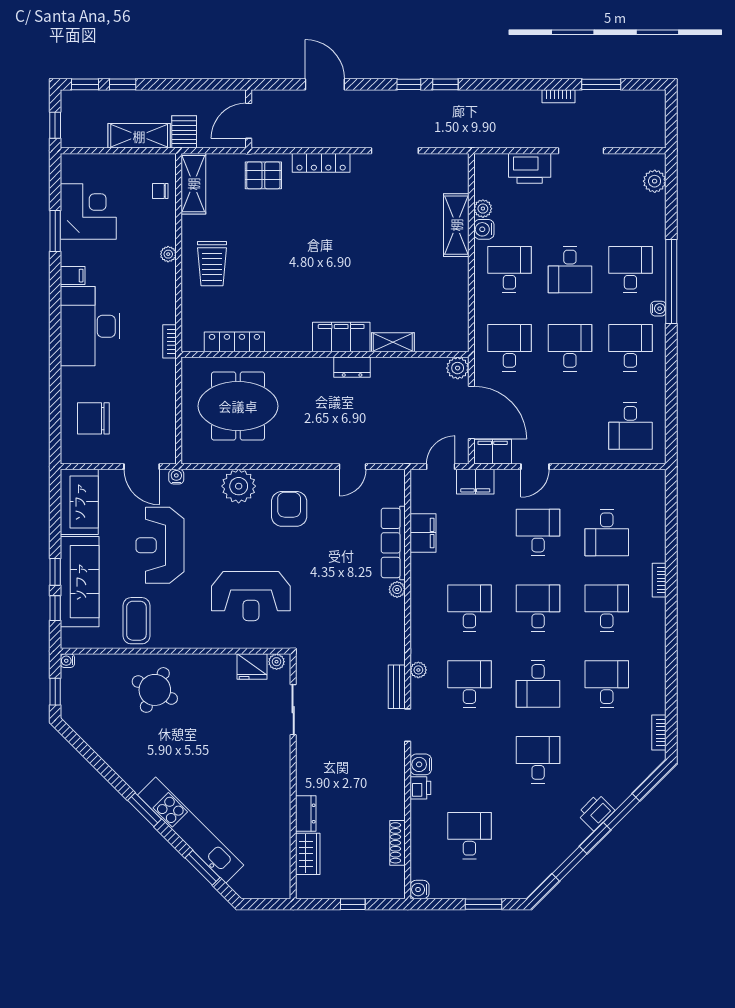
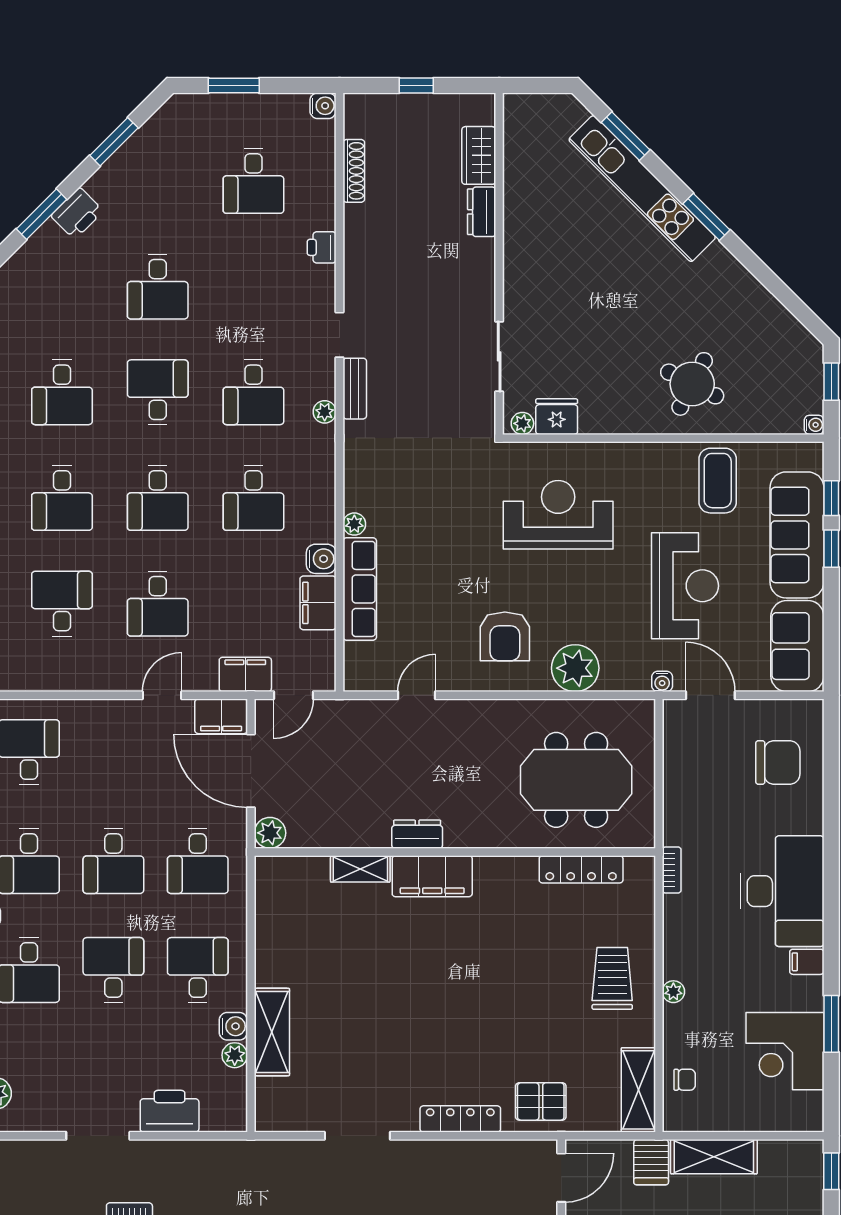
desk: (509, 270) -> (198, 970), turned 180
water cooler: (421, 764) -> (321, 559), moved

